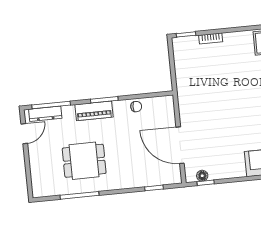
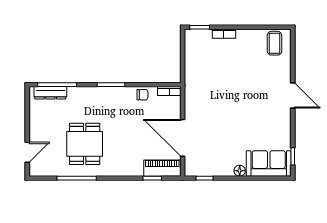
bookcase: (162, 100) -> (169, 91), added
piano: (94, 111) -> (162, 168), moved, turned 180
door: (24, 134) -> (27, 152), moved
dining table: (84, 161) -> (85, 144), turned 90
floor lamp: (202, 176) -> (240, 171), moved

